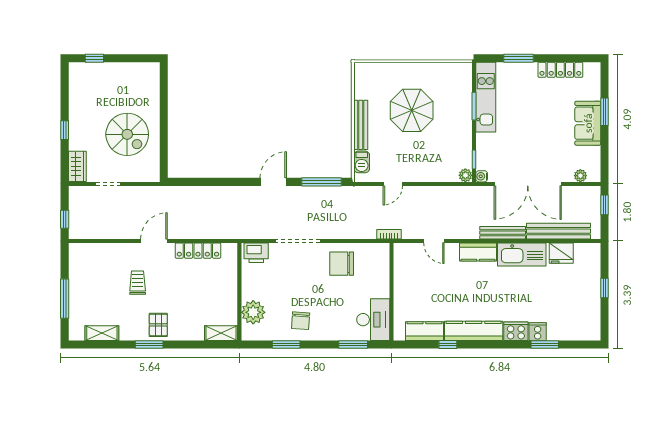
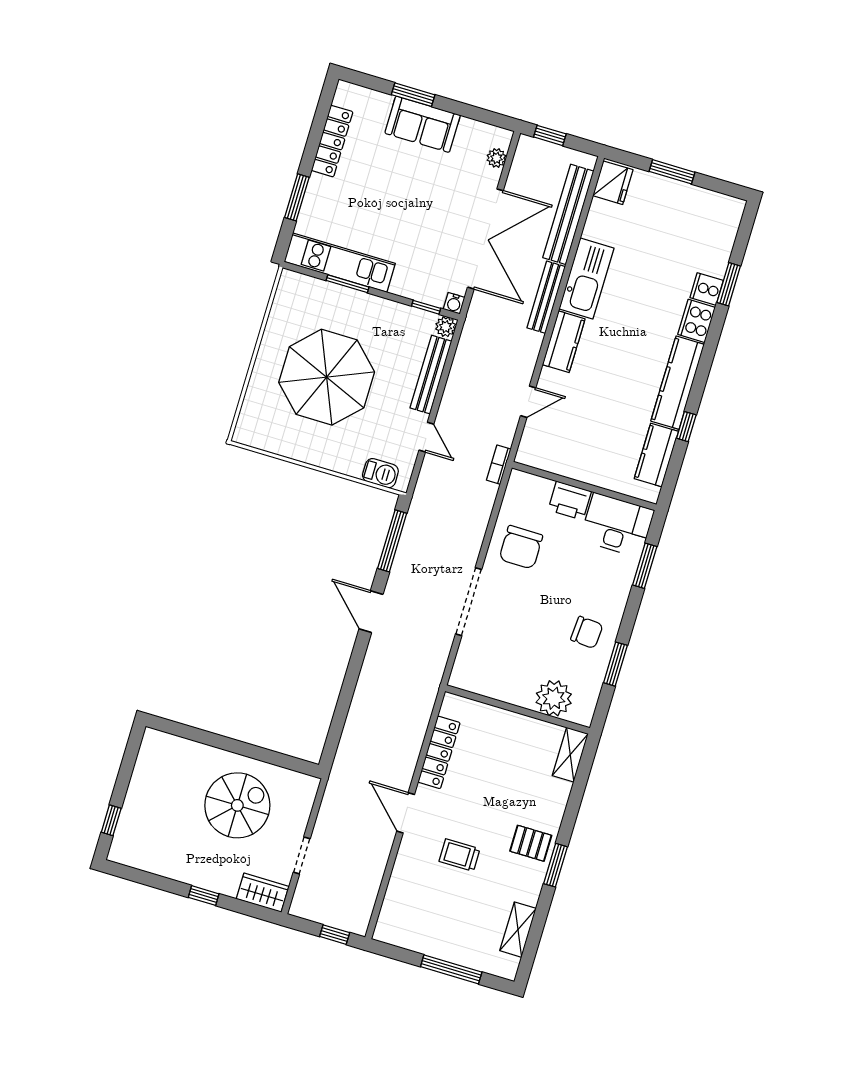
parasol: (412, 110) -> (327, 377), width x1.36, depth x1.36
bench: (361, 125) -> (431, 375), moved, turned 90
printer: (256, 253) -> (570, 501), moved, turned 90
fridge: (561, 253) -> (613, 183), moved
window: (604, 288) -> (672, 172), width x1.50

